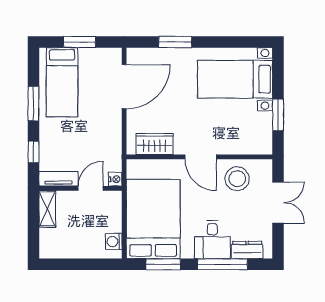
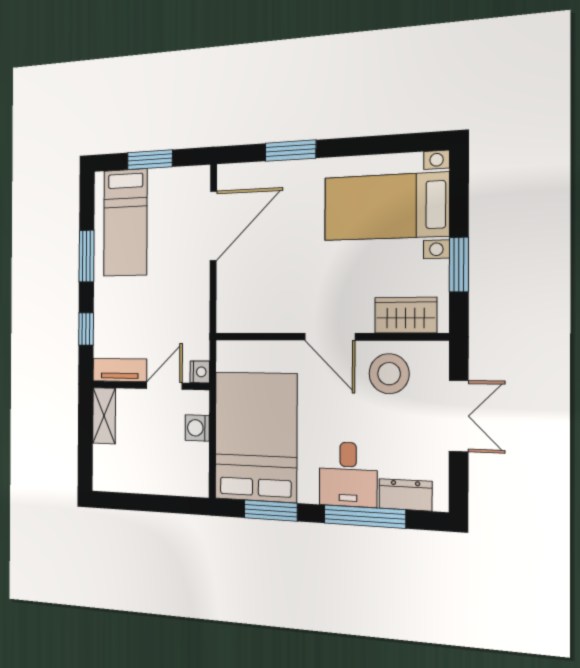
wardrobe: (155, 144) -> (406, 315), moved
washing machine: (114, 242) -> (197, 428), moved

